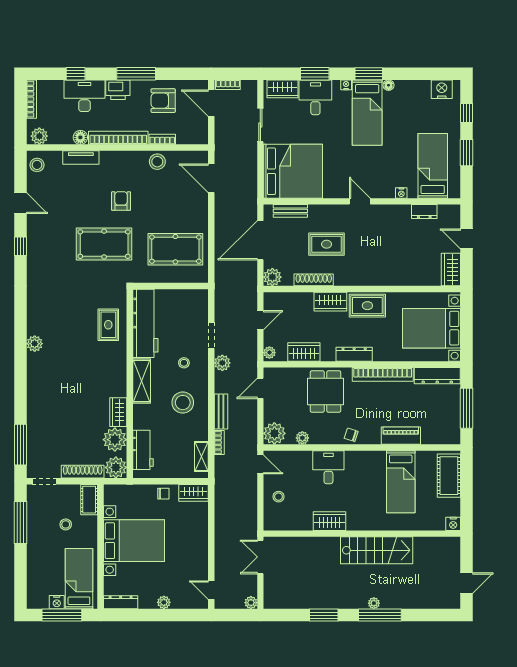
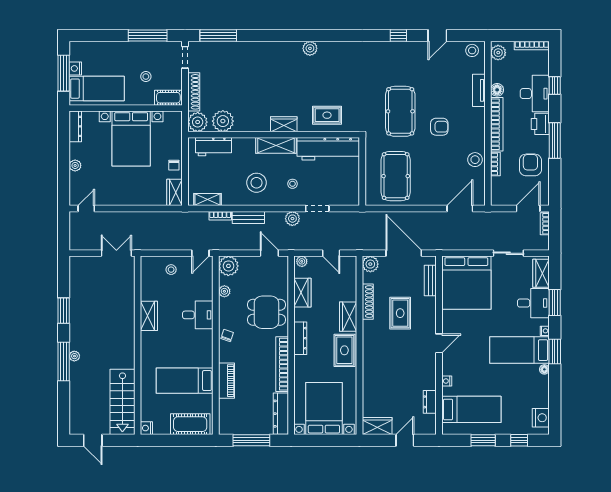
wardrobe: (118, 412) -> (284, 124), moved
stairs: (377, 550) -> (122, 402), moved
plant: (251, 603) -> (75, 245), removed

